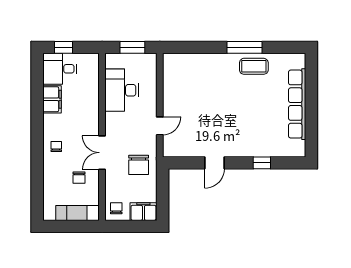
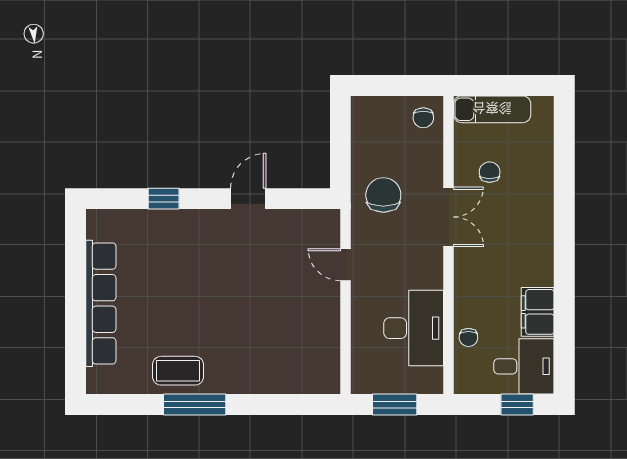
door: (160, 126) -> (346, 265), hinge flipped
chair: (56, 146) -> (468, 337), moved
filing cabinet: (143, 212) -> (375, 112), removed

